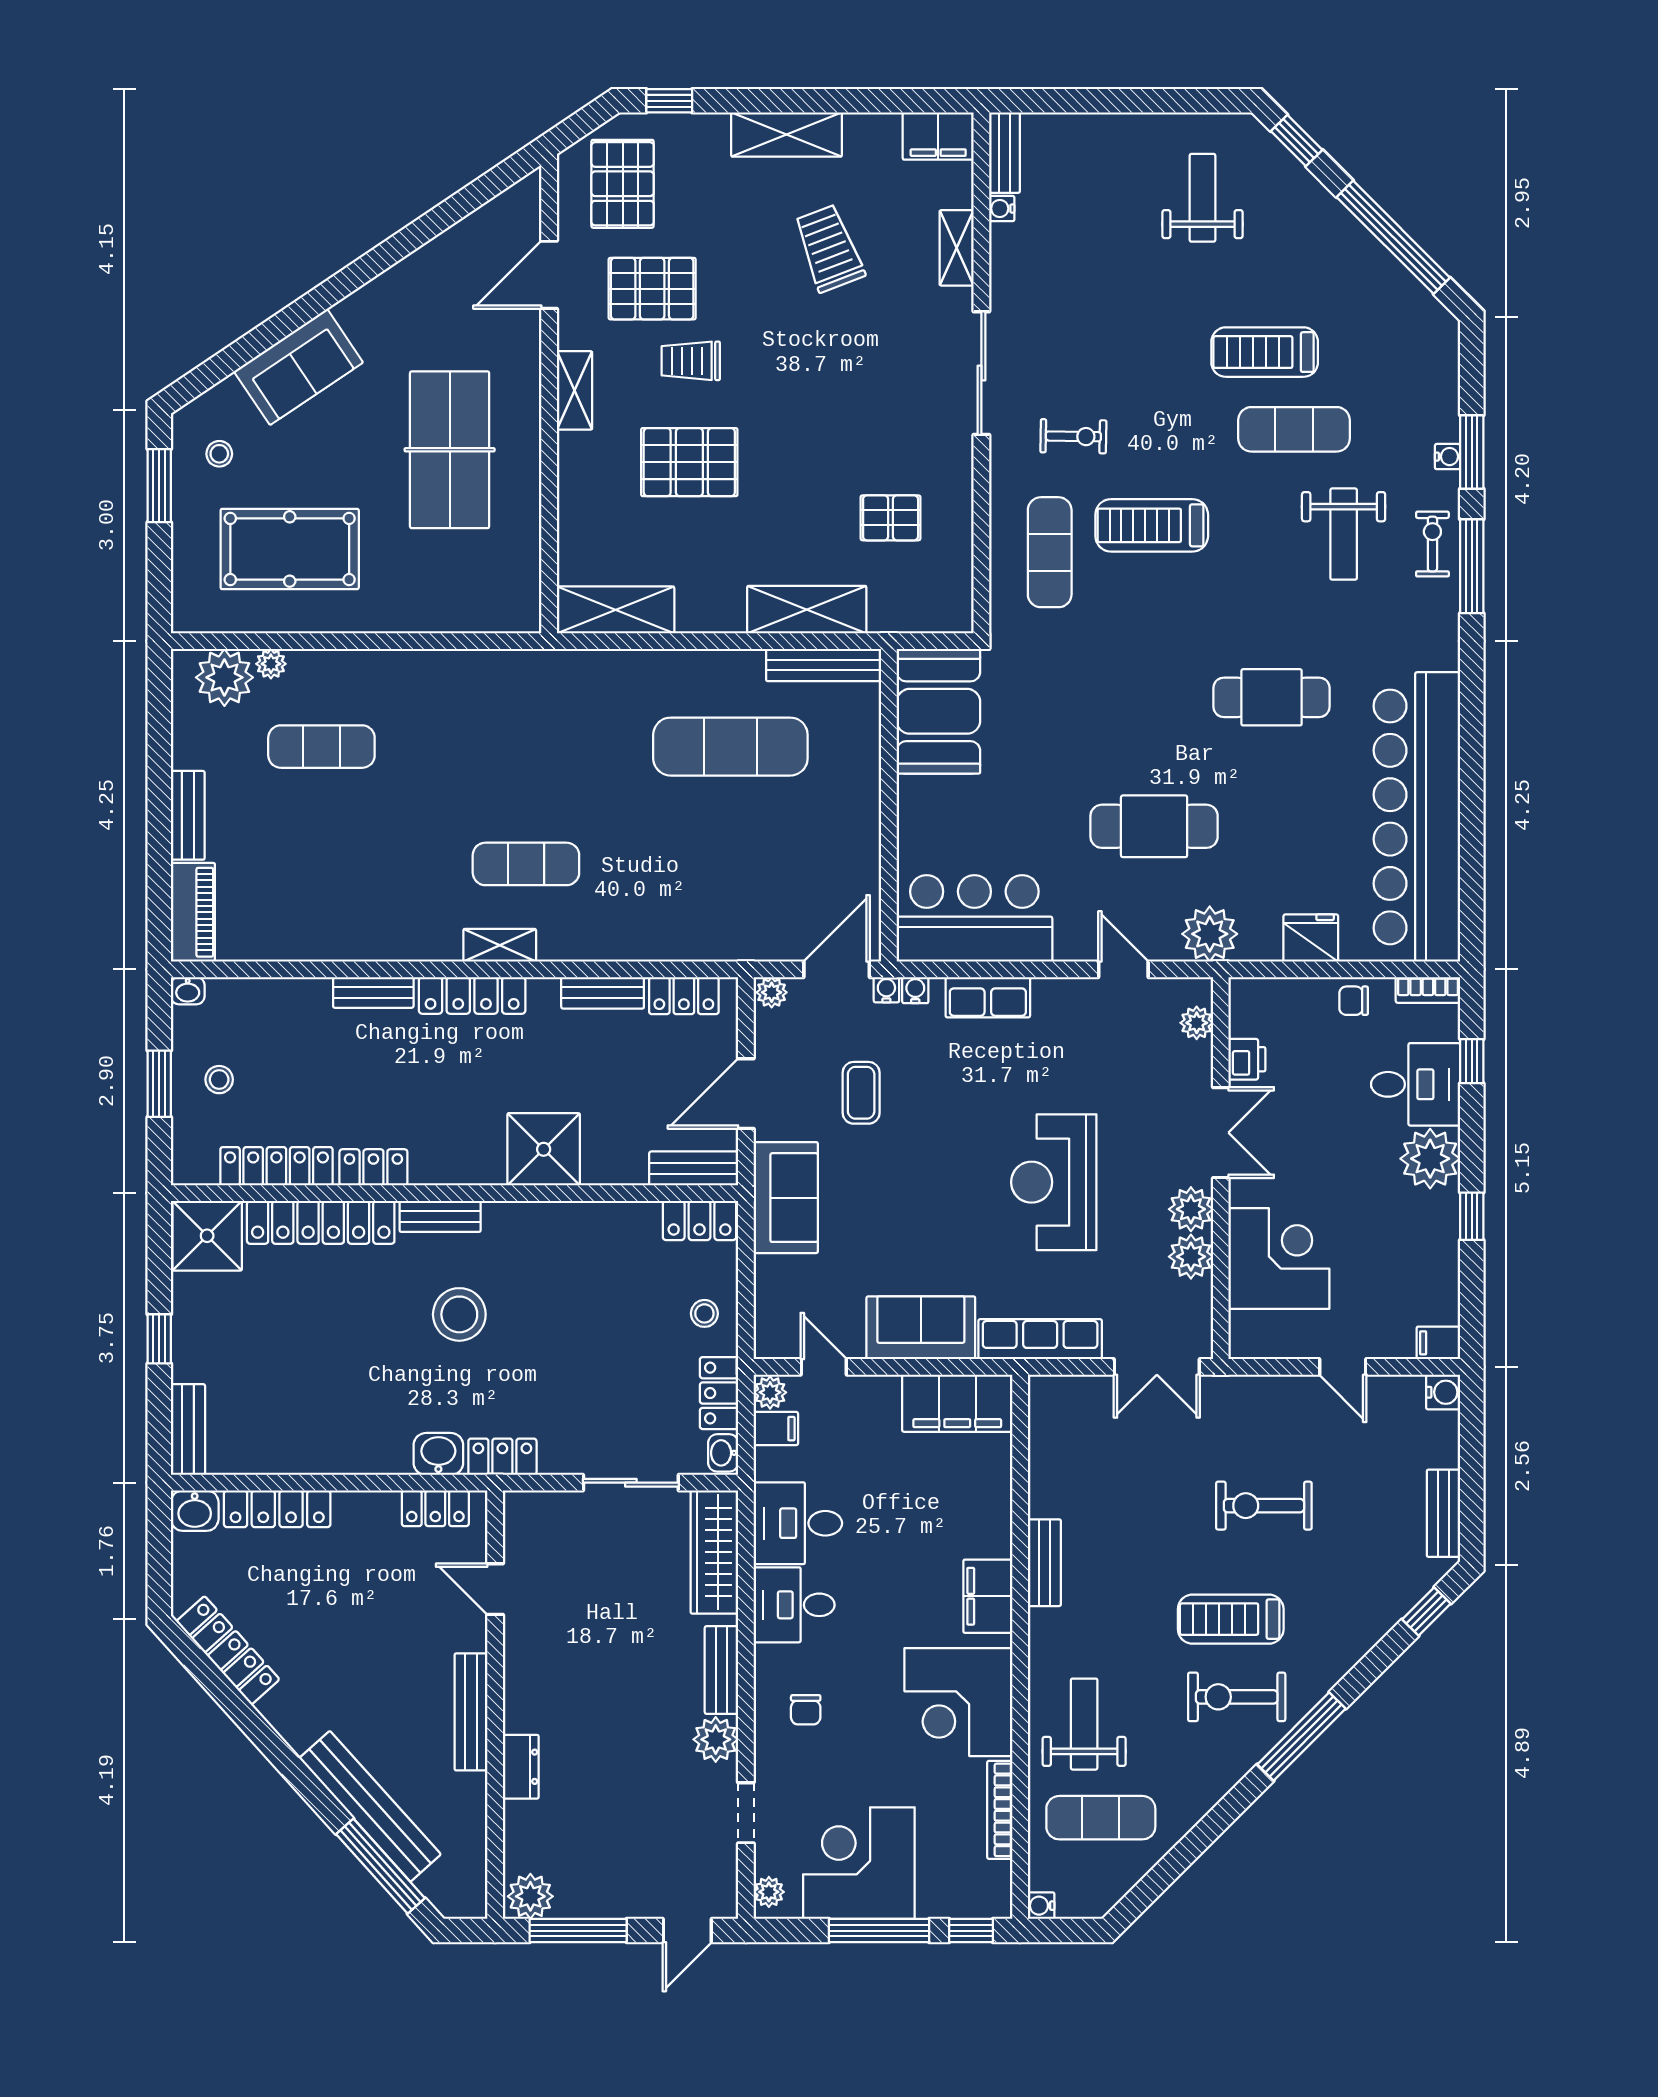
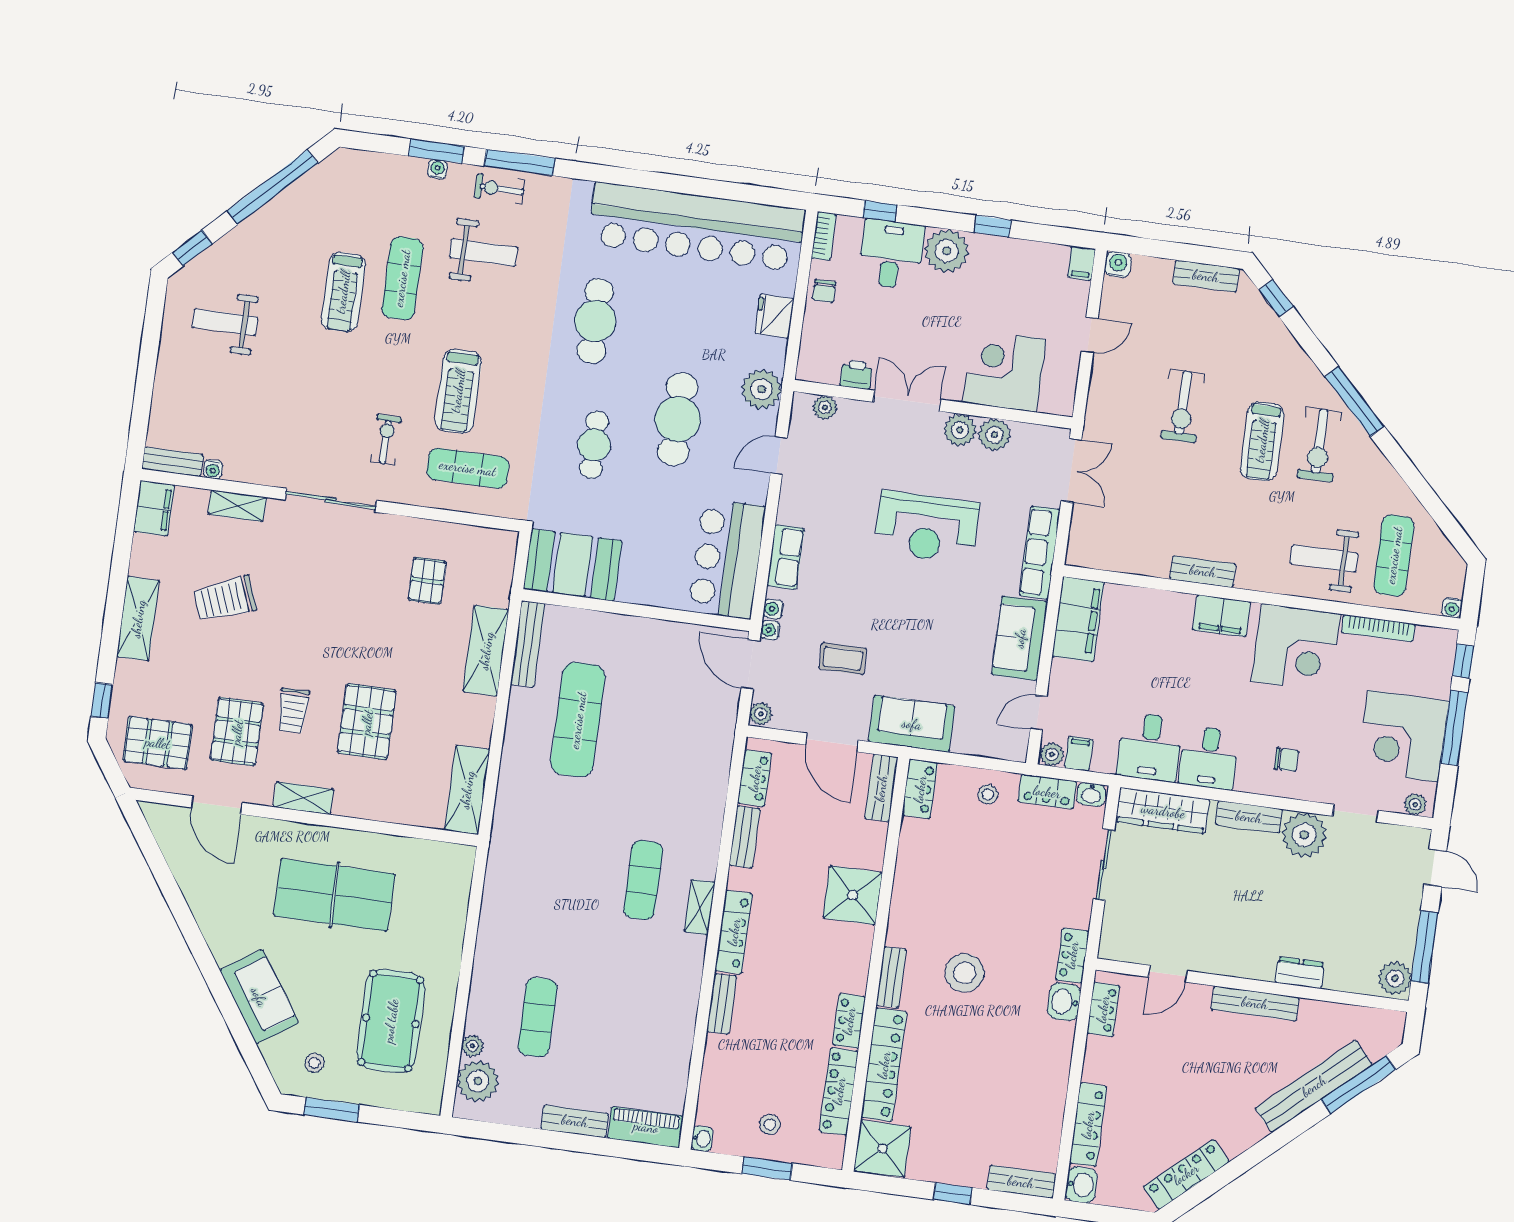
cafe table: (1104, 718) -> (594, 445), added
plant: (716, 1739) -> (1304, 835), width x1.36, depth x1.36

